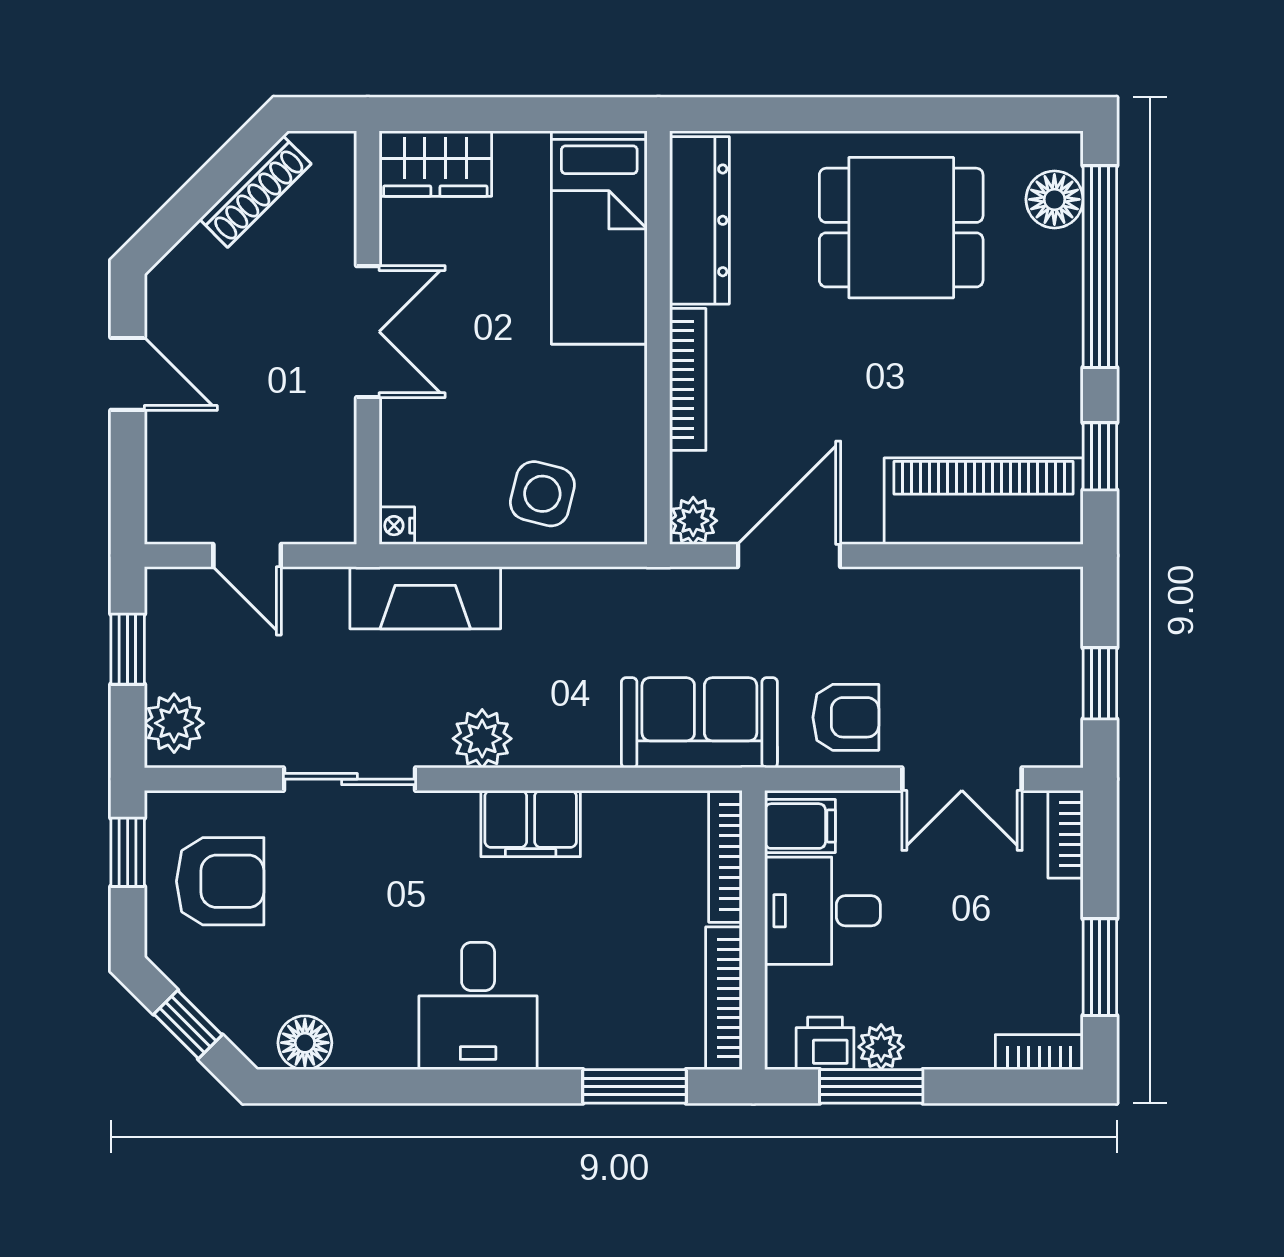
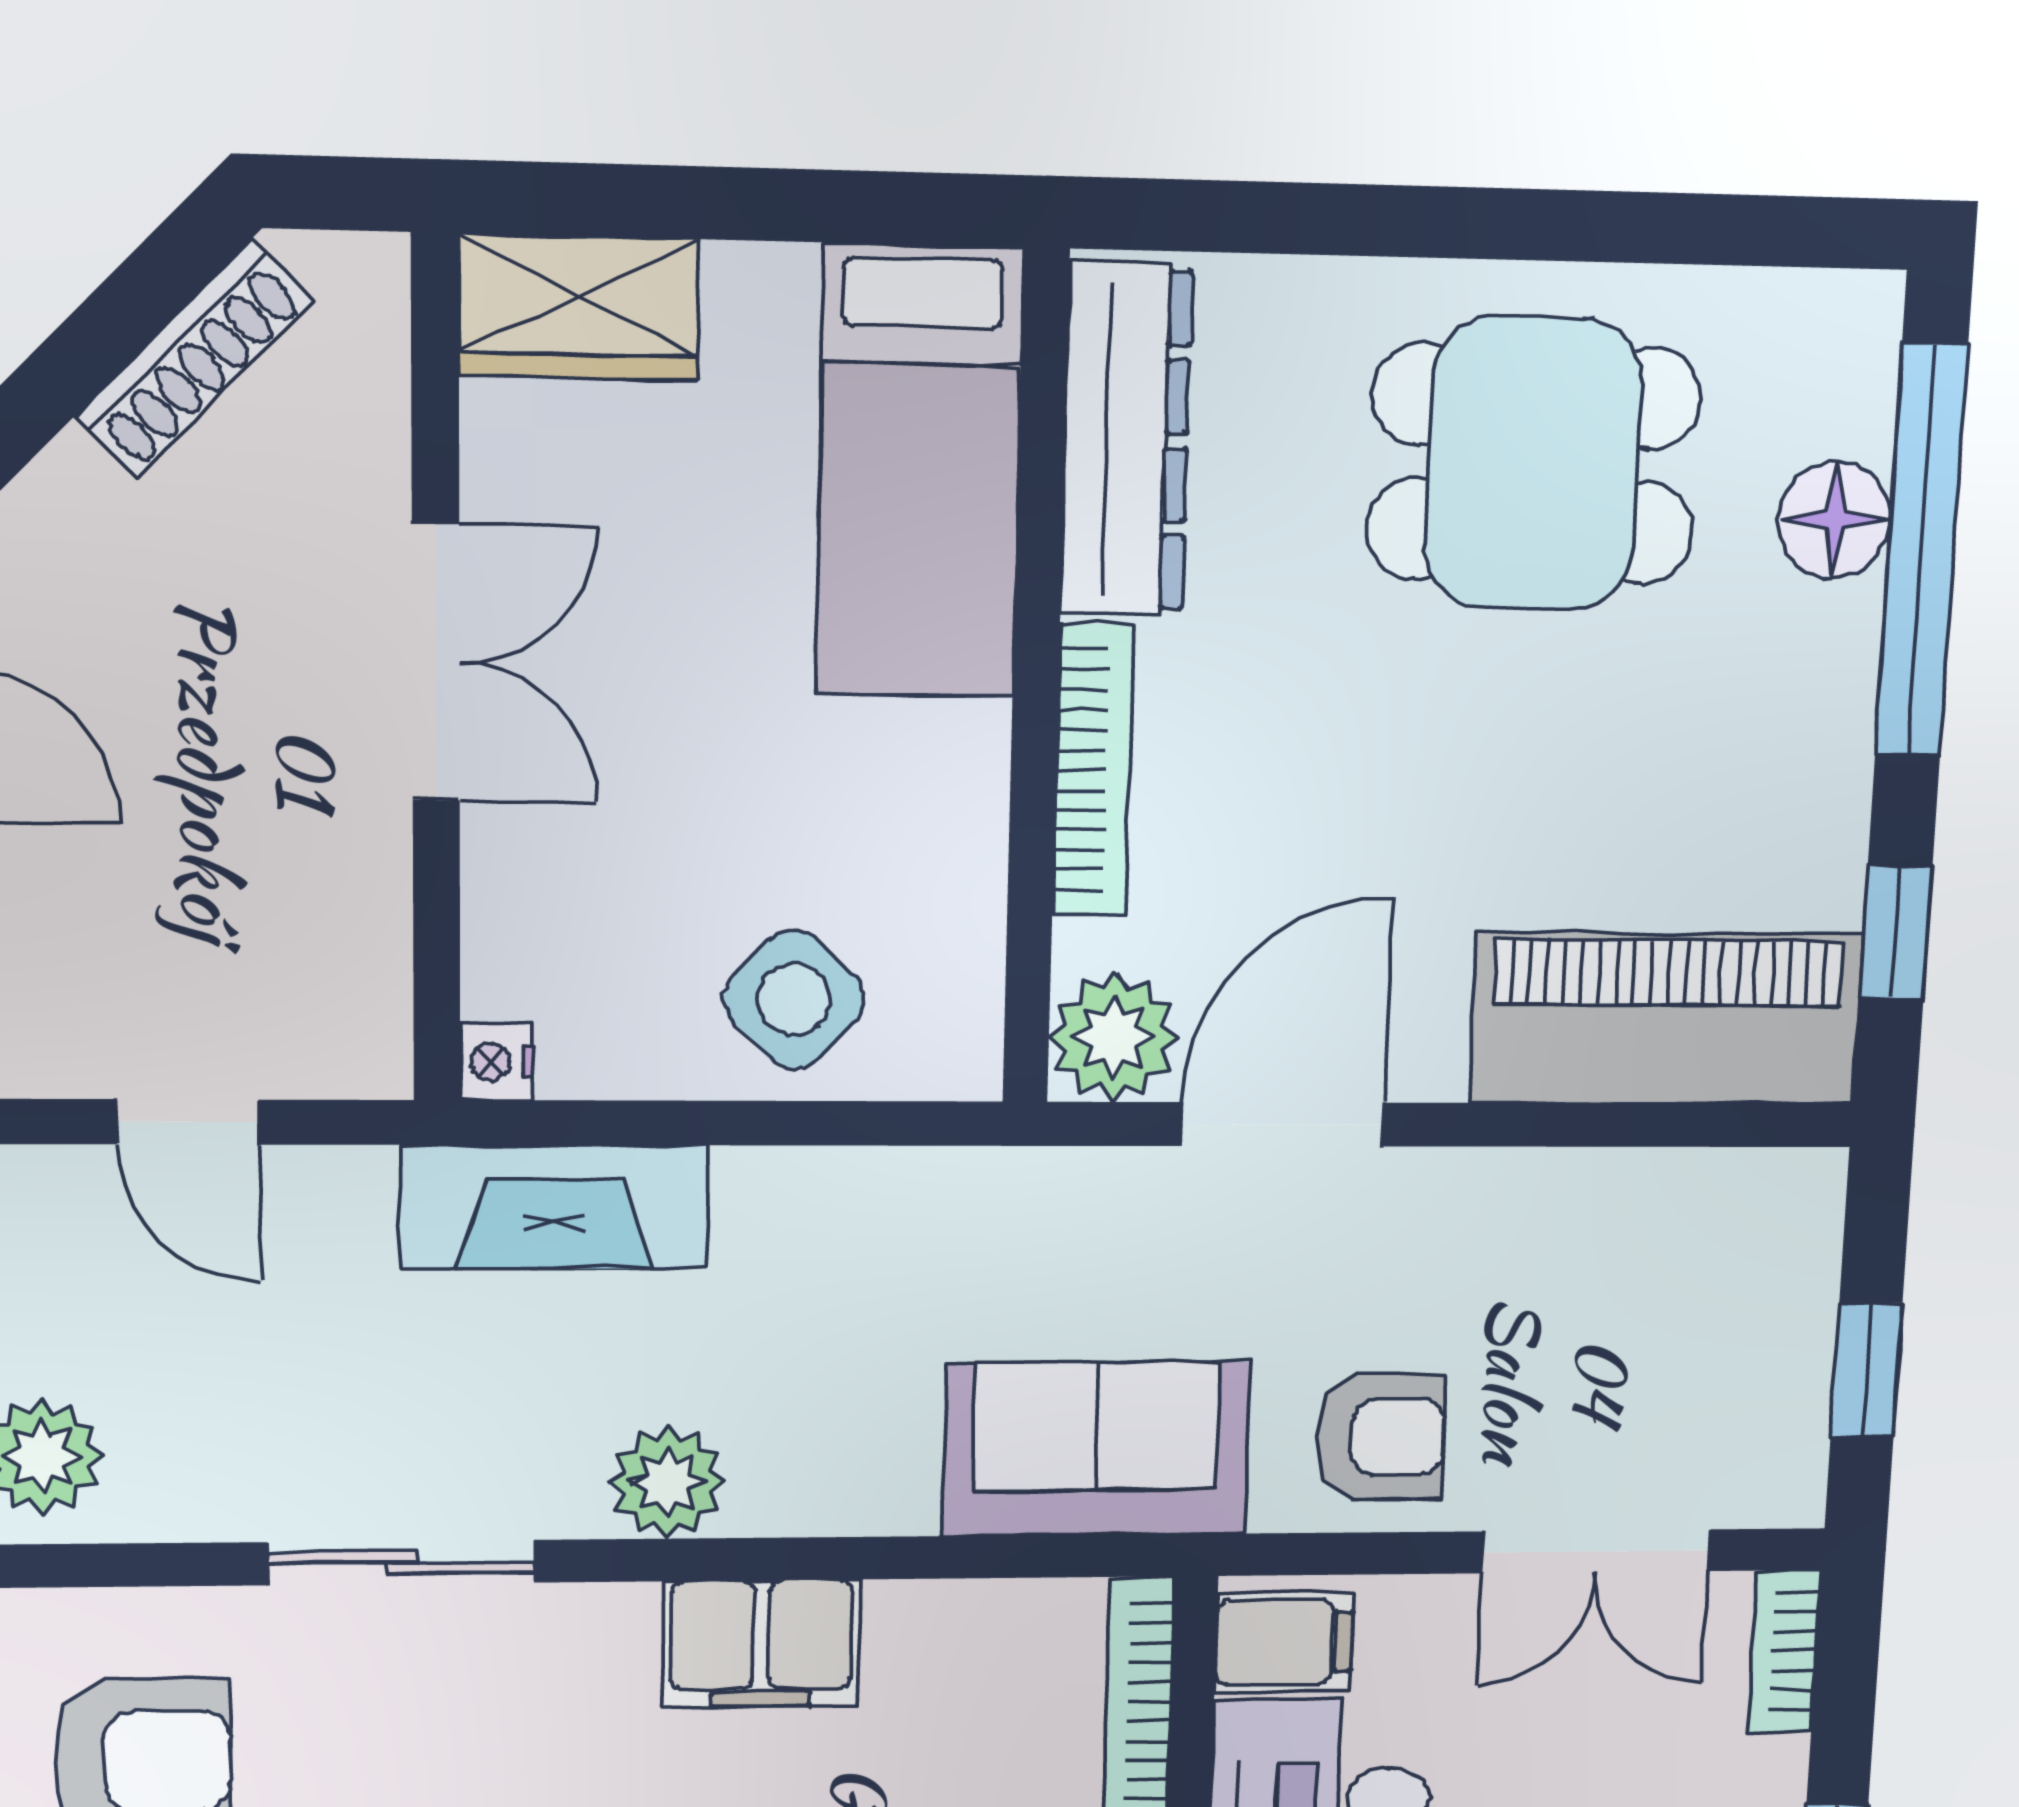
floor lamp: (1054, 199) -> (1834, 520), moved
side table: (542, 494) -> (794, 999), turned 30
plant: (693, 521) -> (1114, 1037), width x1.38, depth x1.38

